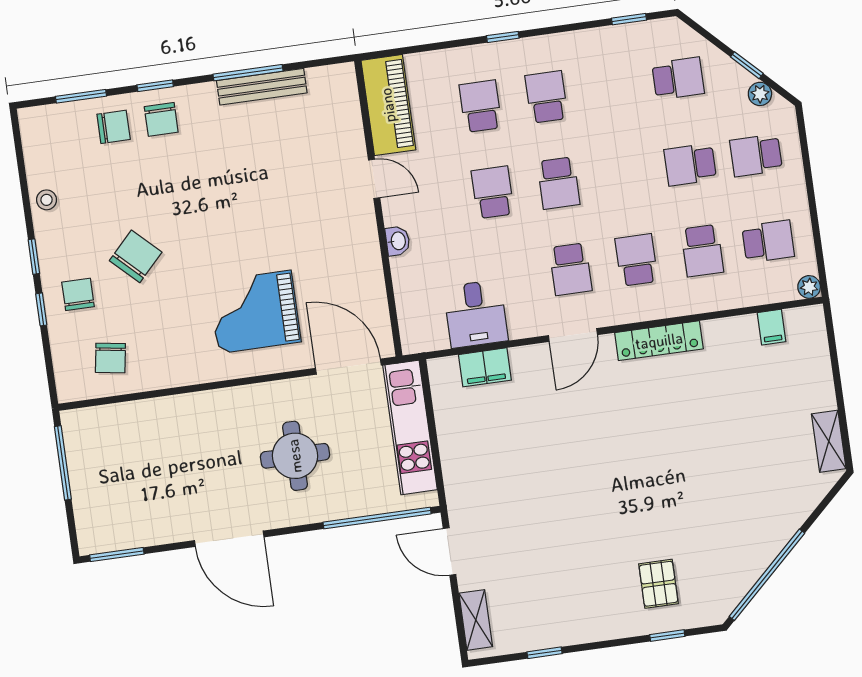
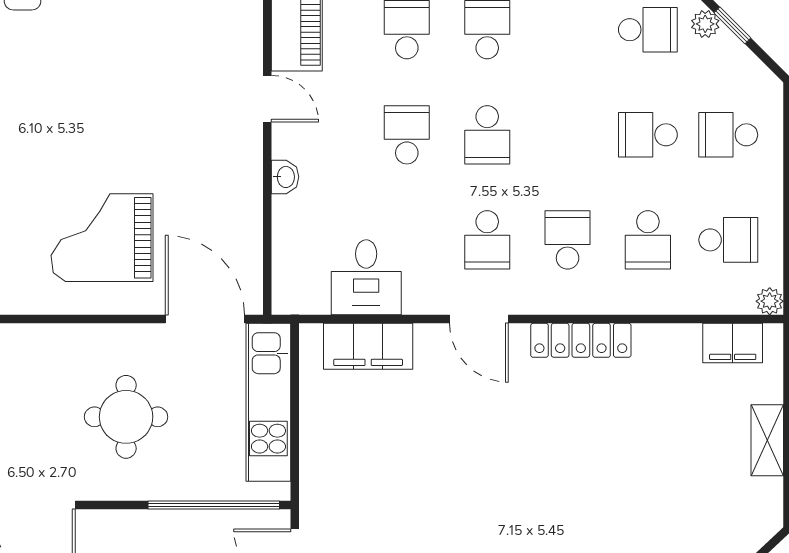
plant: (760, 94) -> (705, 24), moved
filing cabinet: (771, 327) -> (733, 343), width x2.00
door: (573, 335) -> (479, 319), hinge flipped
filing cabinet: (485, 367) -> (368, 346), width x1.50, depth x1.17
shelving: (829, 441) -> (767, 440), moved

